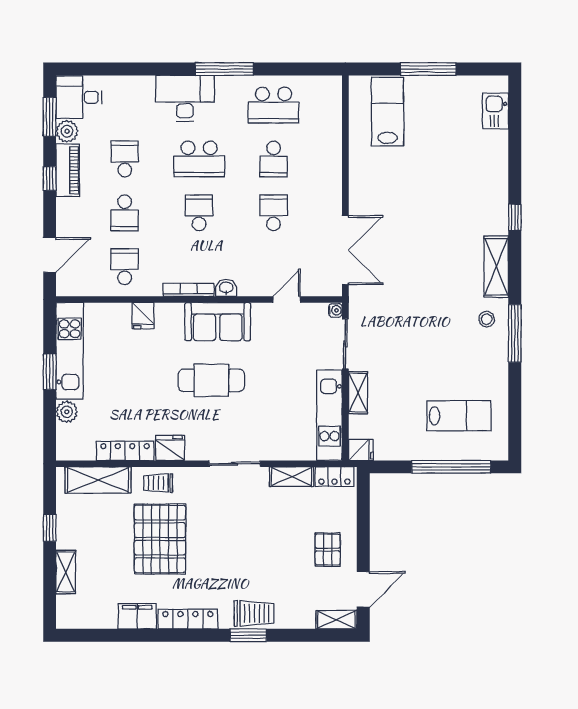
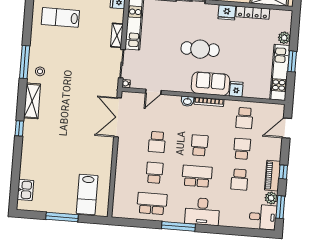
school desk: (199, 213) -> (199, 145), turned 180
sofa: (218, 322) -> (211, 84), moved

